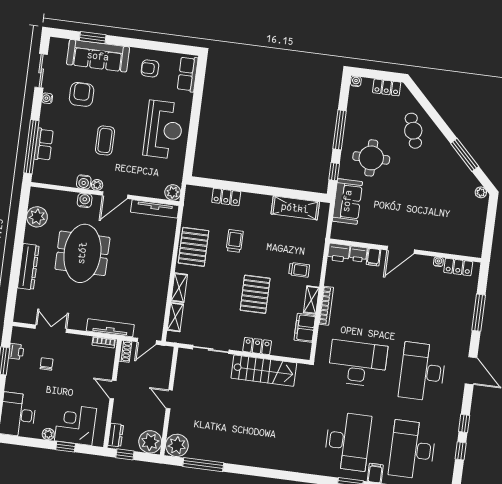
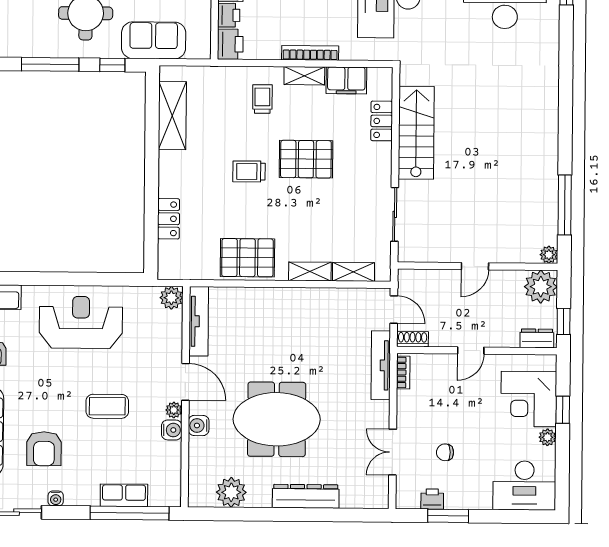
armchair: (82, 94) -> (44, 449), turned -90
trolley: (235, 241) -> (249, 171), moved
locker: (257, 346) -> (382, 121), moved
plant: (177, 445) -> (549, 255), width x0.53, depth x0.53

